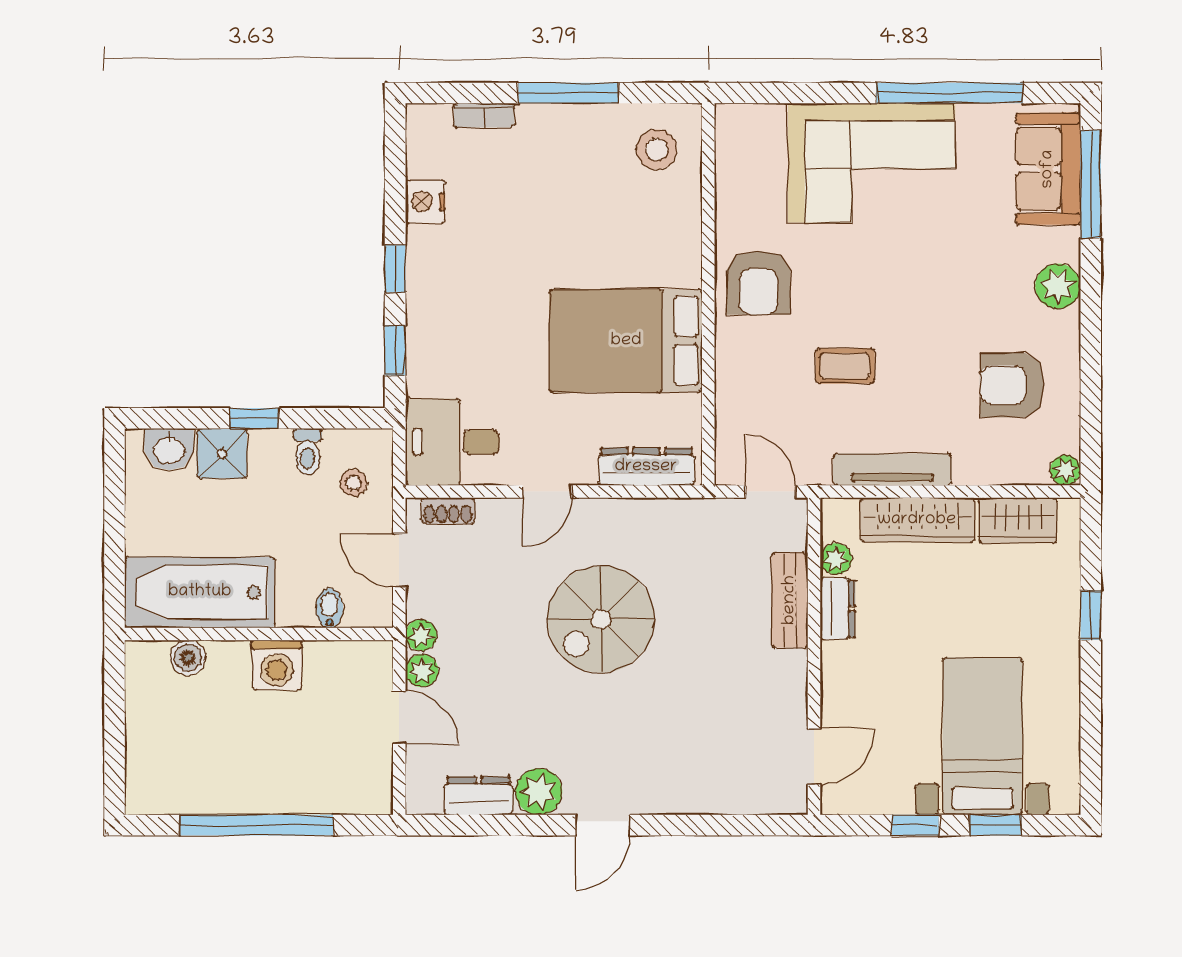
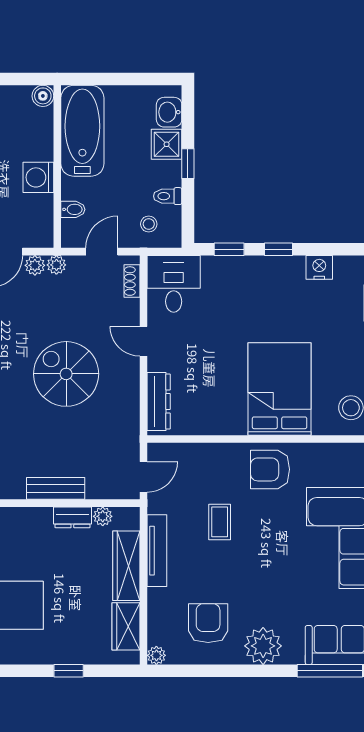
plant: (1058, 286) -> (263, 646), width x1.36, depth x1.36
bed: (626, 341) -> (280, 389), moved
bench: (790, 600) -> (56, 488), moved
boiler: (188, 658) -> (43, 96), moved

